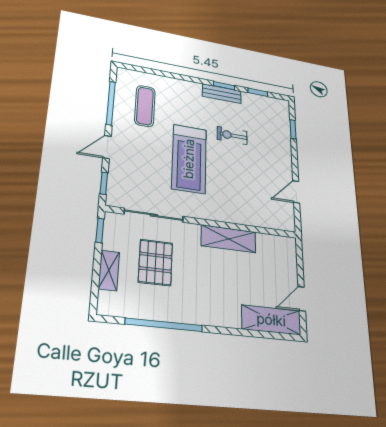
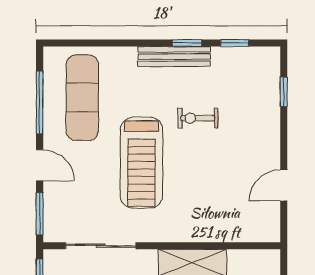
bench: (222, 94) -> (174, 57), width x1.36
exercise mat: (145, 106) -> (82, 98), width x1.36, depth x1.45
door: (107, 147) -> (40, 165), swing flipped
window: (104, 183) -> (40, 214), width x1.50

